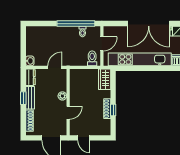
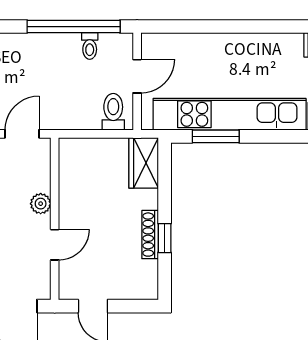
double door: (149, 24) -> (252, 27), removed
window: (134, 68) -> (216, 136), added

